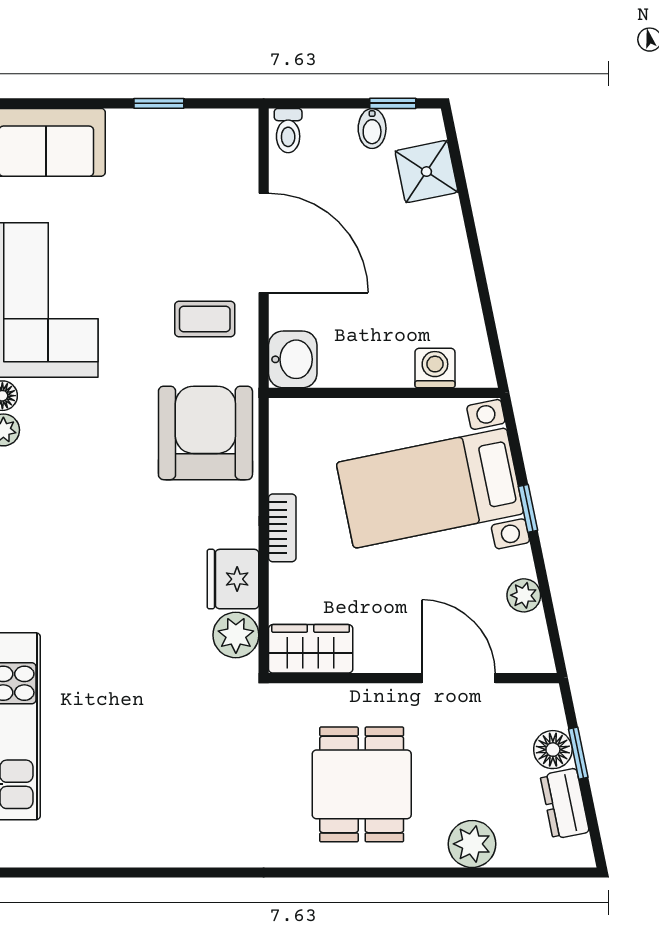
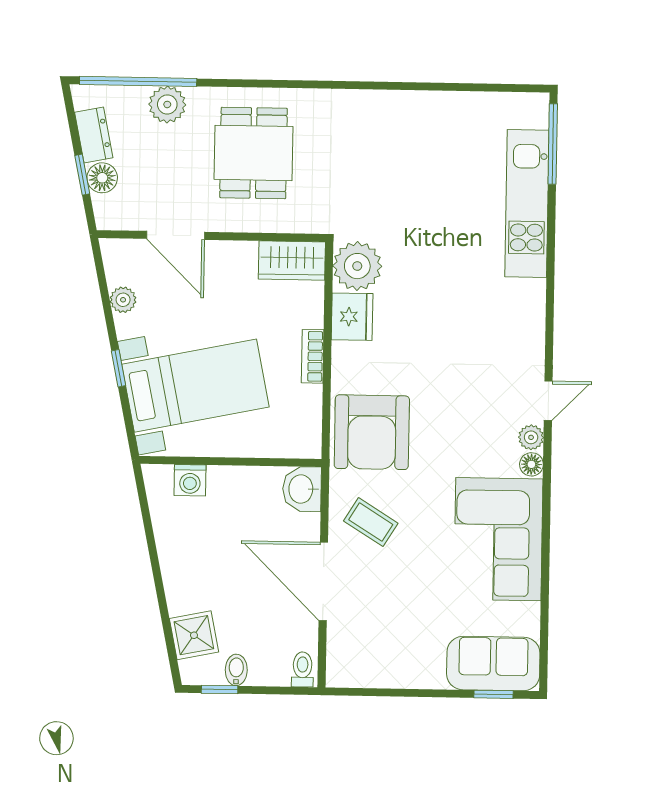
window: (159, 103) -> (494, 694), moved
coffee table: (205, 319) -> (371, 522), turned 32
plant: (236, 635) -> (357, 266), width x1.36, depth x1.36
window: (510, 873) -> (138, 81), added

